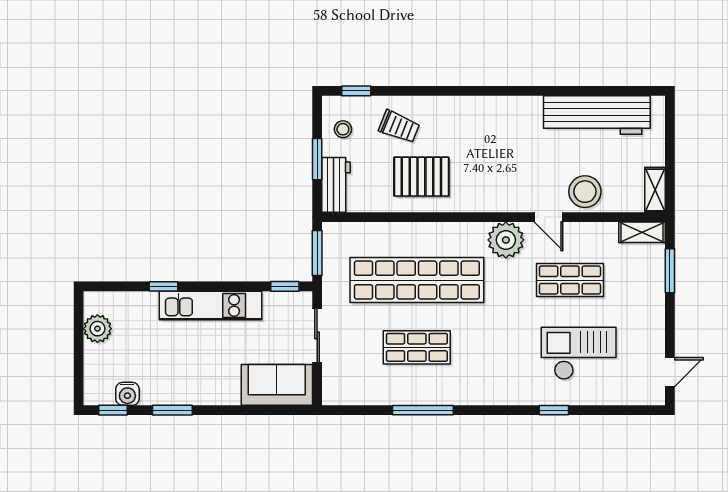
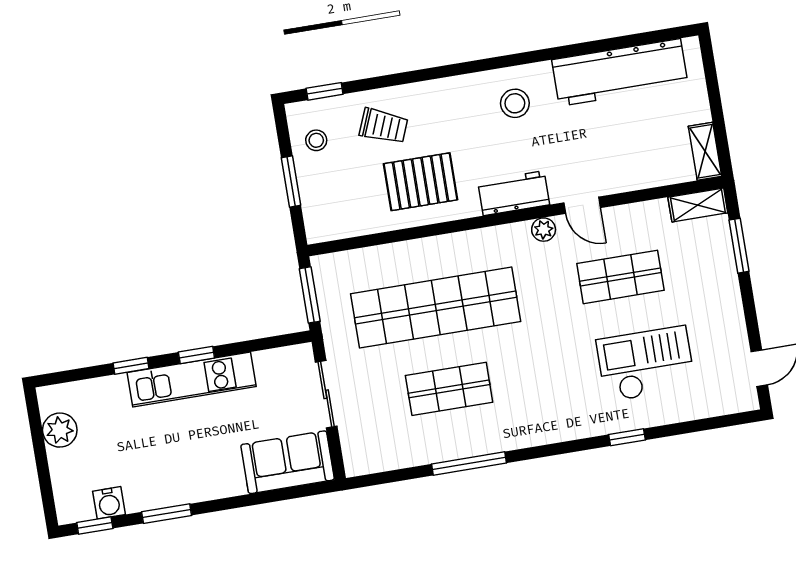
workbench: (336, 185) -> (514, 193), moved, turned -90
stool: (585, 192) -> (515, 103), moved, width x0.73, depth x0.73
plant: (506, 240) -> (544, 230), width x0.53, depth x0.53
window: (285, 286) -> (196, 355), moved

